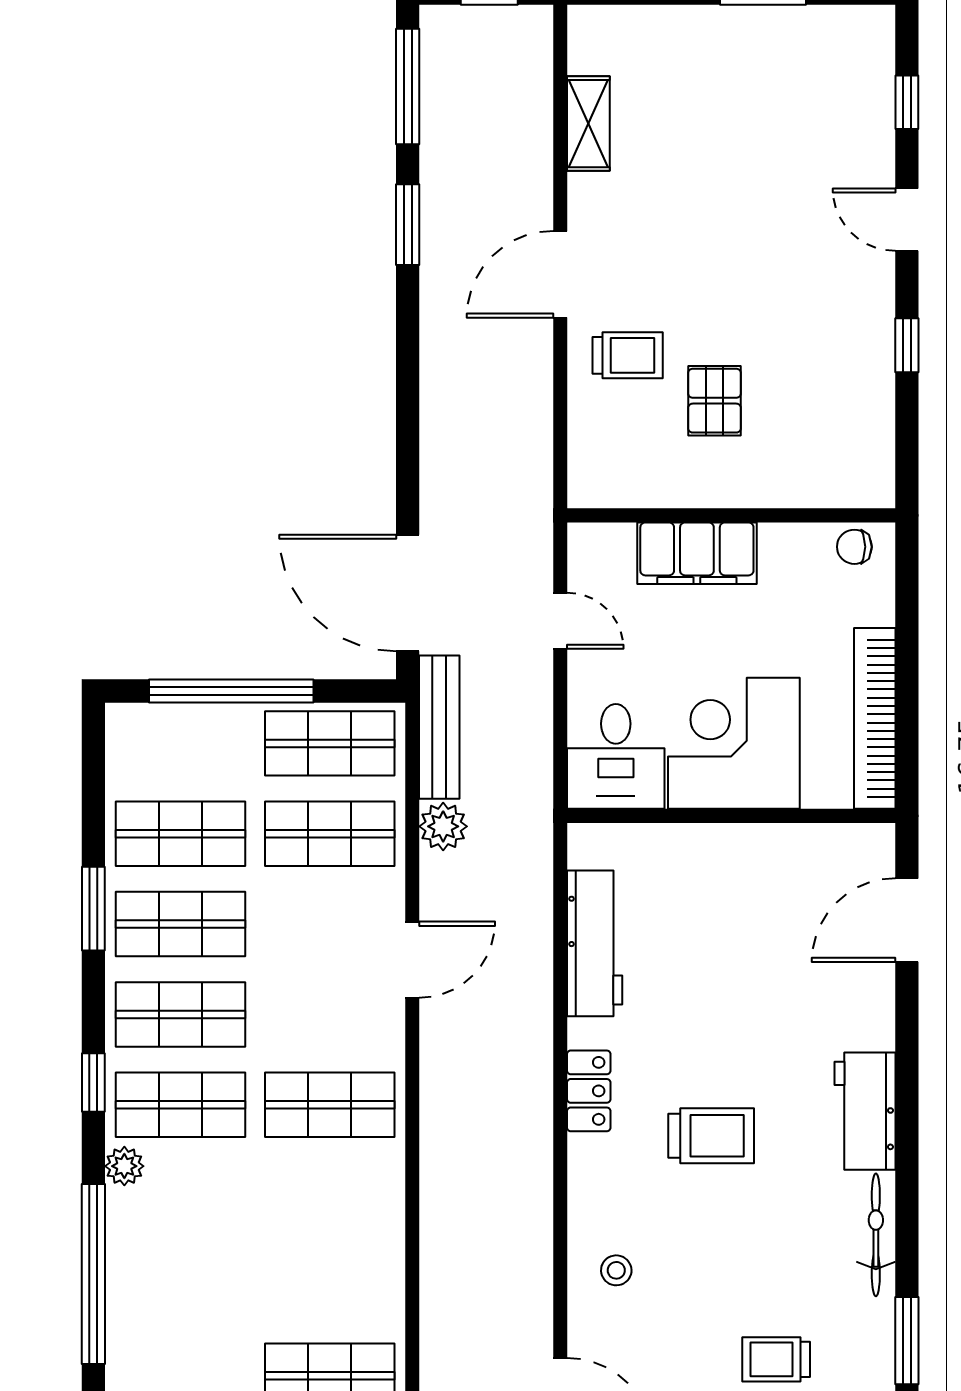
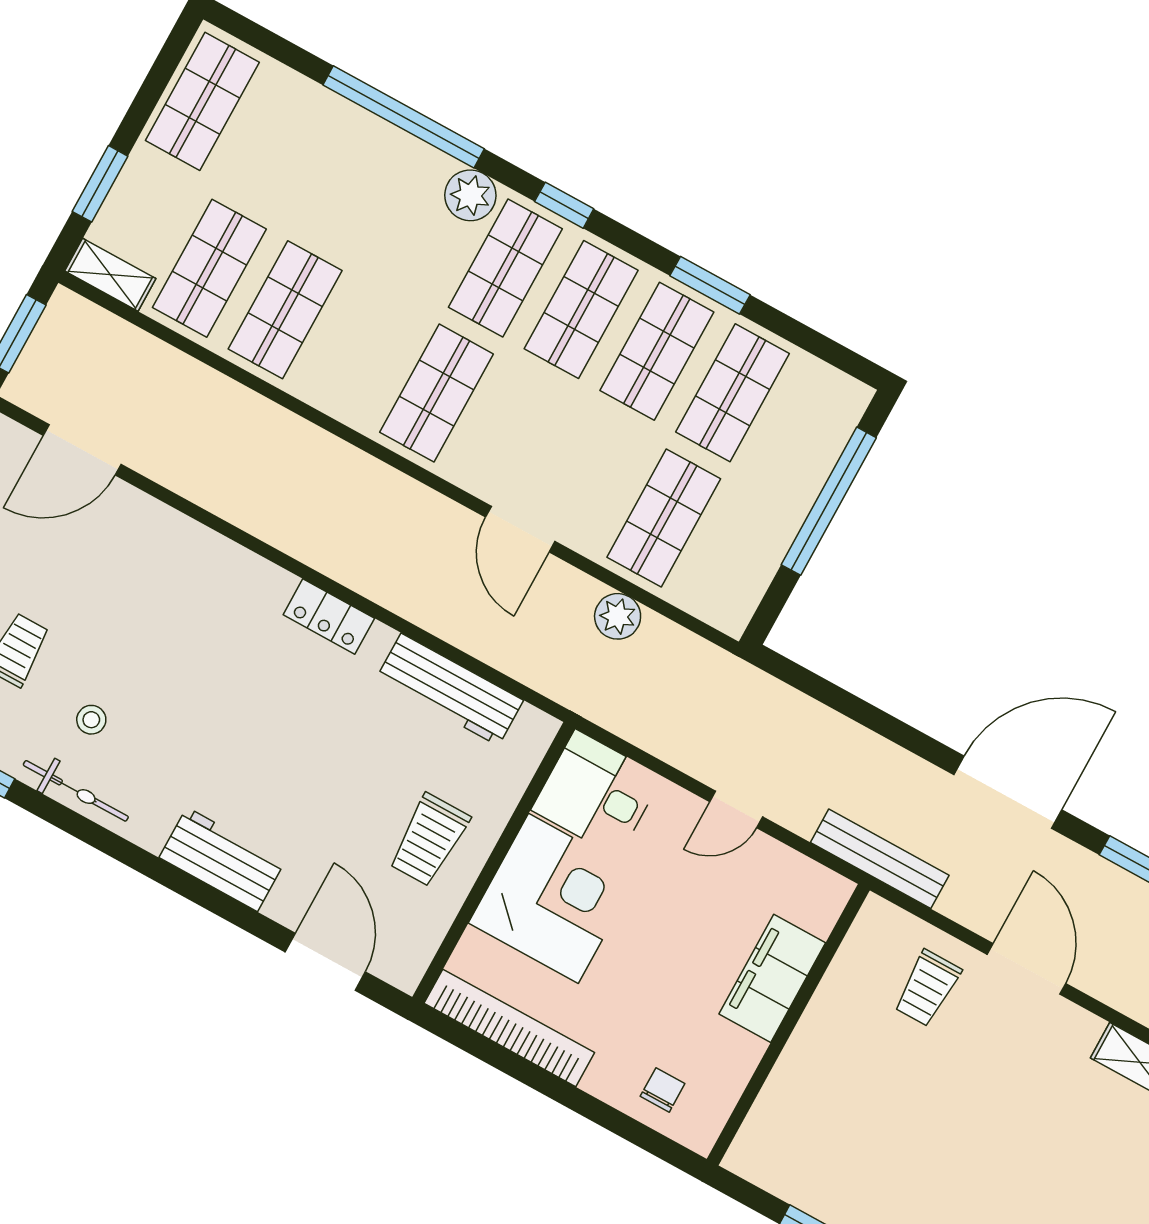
pallet: (714, 401) -> (849, 1040), removed
wall: (731, 515) -> (788, 1025), moved
filing cabinet: (697, 553) -> (772, 978), moved
door: (408, 593) -> (1008, 792), moved
bench: (439, 727) -> (880, 859), moved
shop shelf: (330, 743) -> (285, 310), moved
workbench: (865, 1111) -> (222, 859), moved
trolley: (711, 1136) -> (429, 840), moved
plant: (124, 1166) -> (470, 195), width x1.38, depth x1.38
stool: (616, 1270) -> (91, 720), moved

